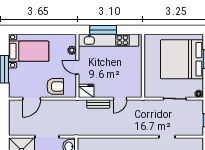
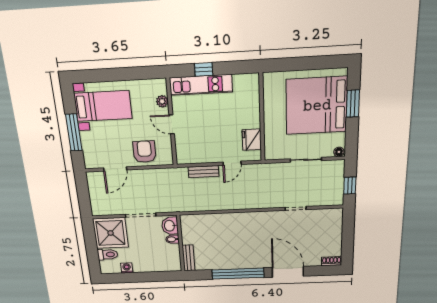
window: (103, 30) -> (204, 69), width x0.46
kitchen unit: (109, 40) -> (201, 85), width x0.73
armchair: (55, 86) -> (144, 152), turned -90
fridge: (86, 91) -> (252, 140), moved, turned -90

